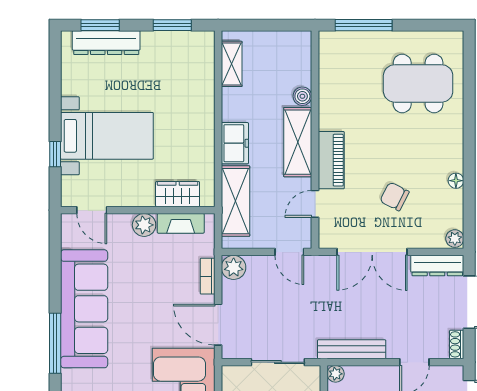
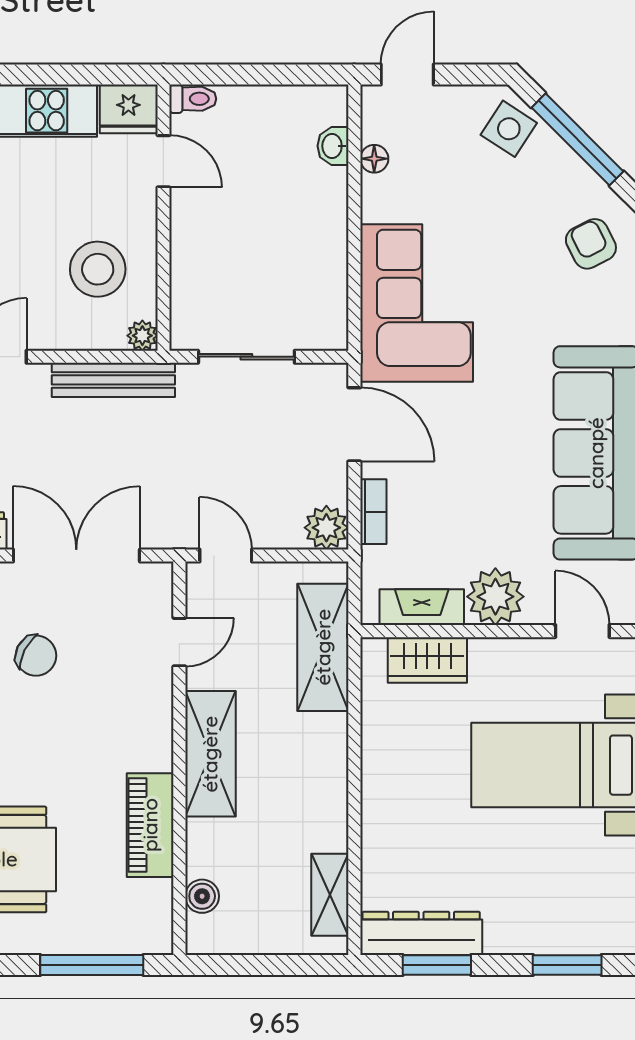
dresser: (106, 43) -> (421, 933), moved
boiler: (302, 96) -> (202, 896), moved
freezer: (235, 143) -> (324, 752), removed
piano: (331, 160) -> (150, 825), moved
plant: (144, 225) -> (495, 597), width x1.36, depth x1.36

